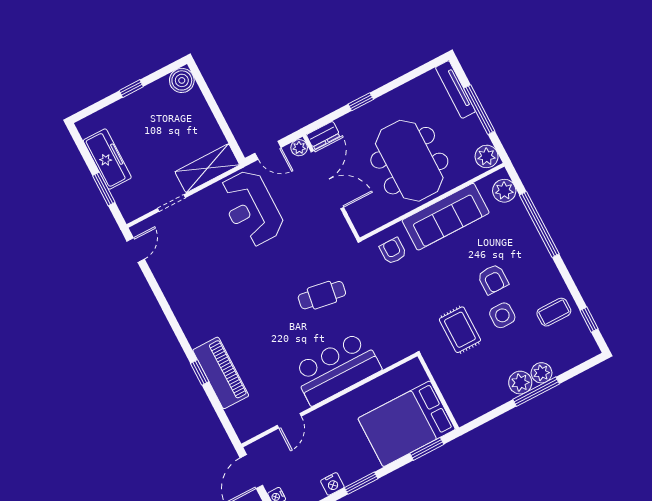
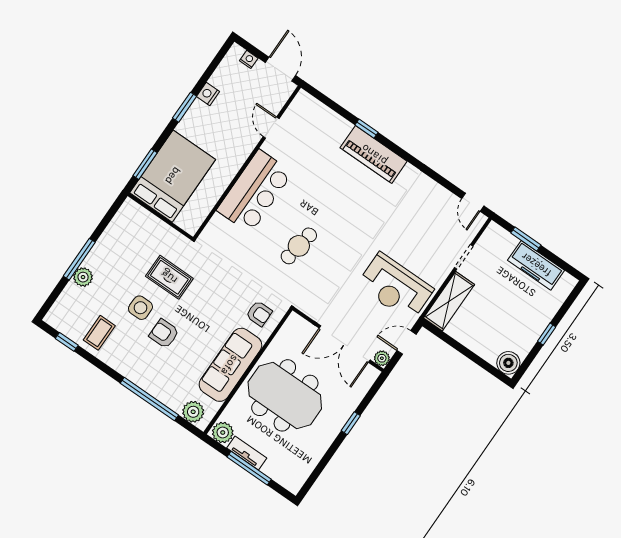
tv unit: (455, 90) -> (247, 453), moved, width x0.71
dresser: (323, 135) -> (367, 379), removed
reception desk: (251, 208) -> (395, 287), turned 180
piano: (221, 373) -> (374, 155), moved
plant: (520, 383) -> (96, 260), removed

